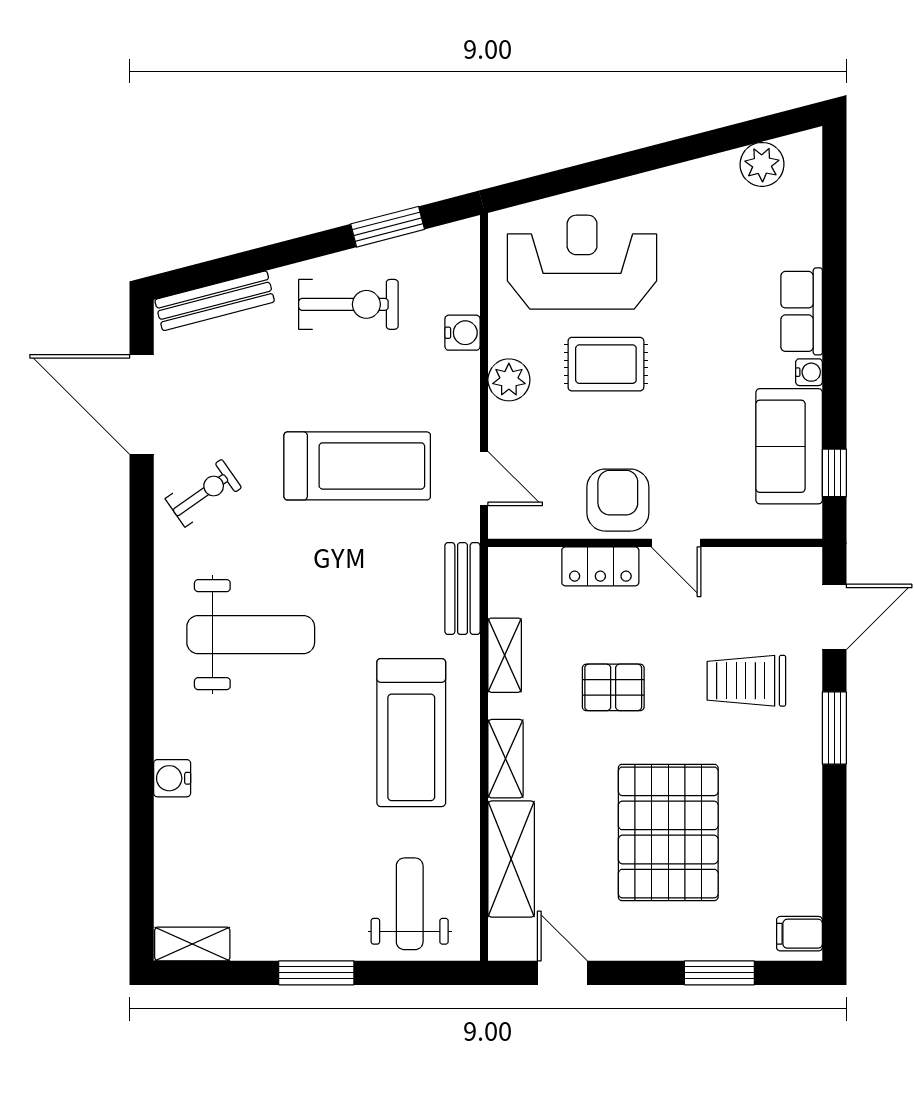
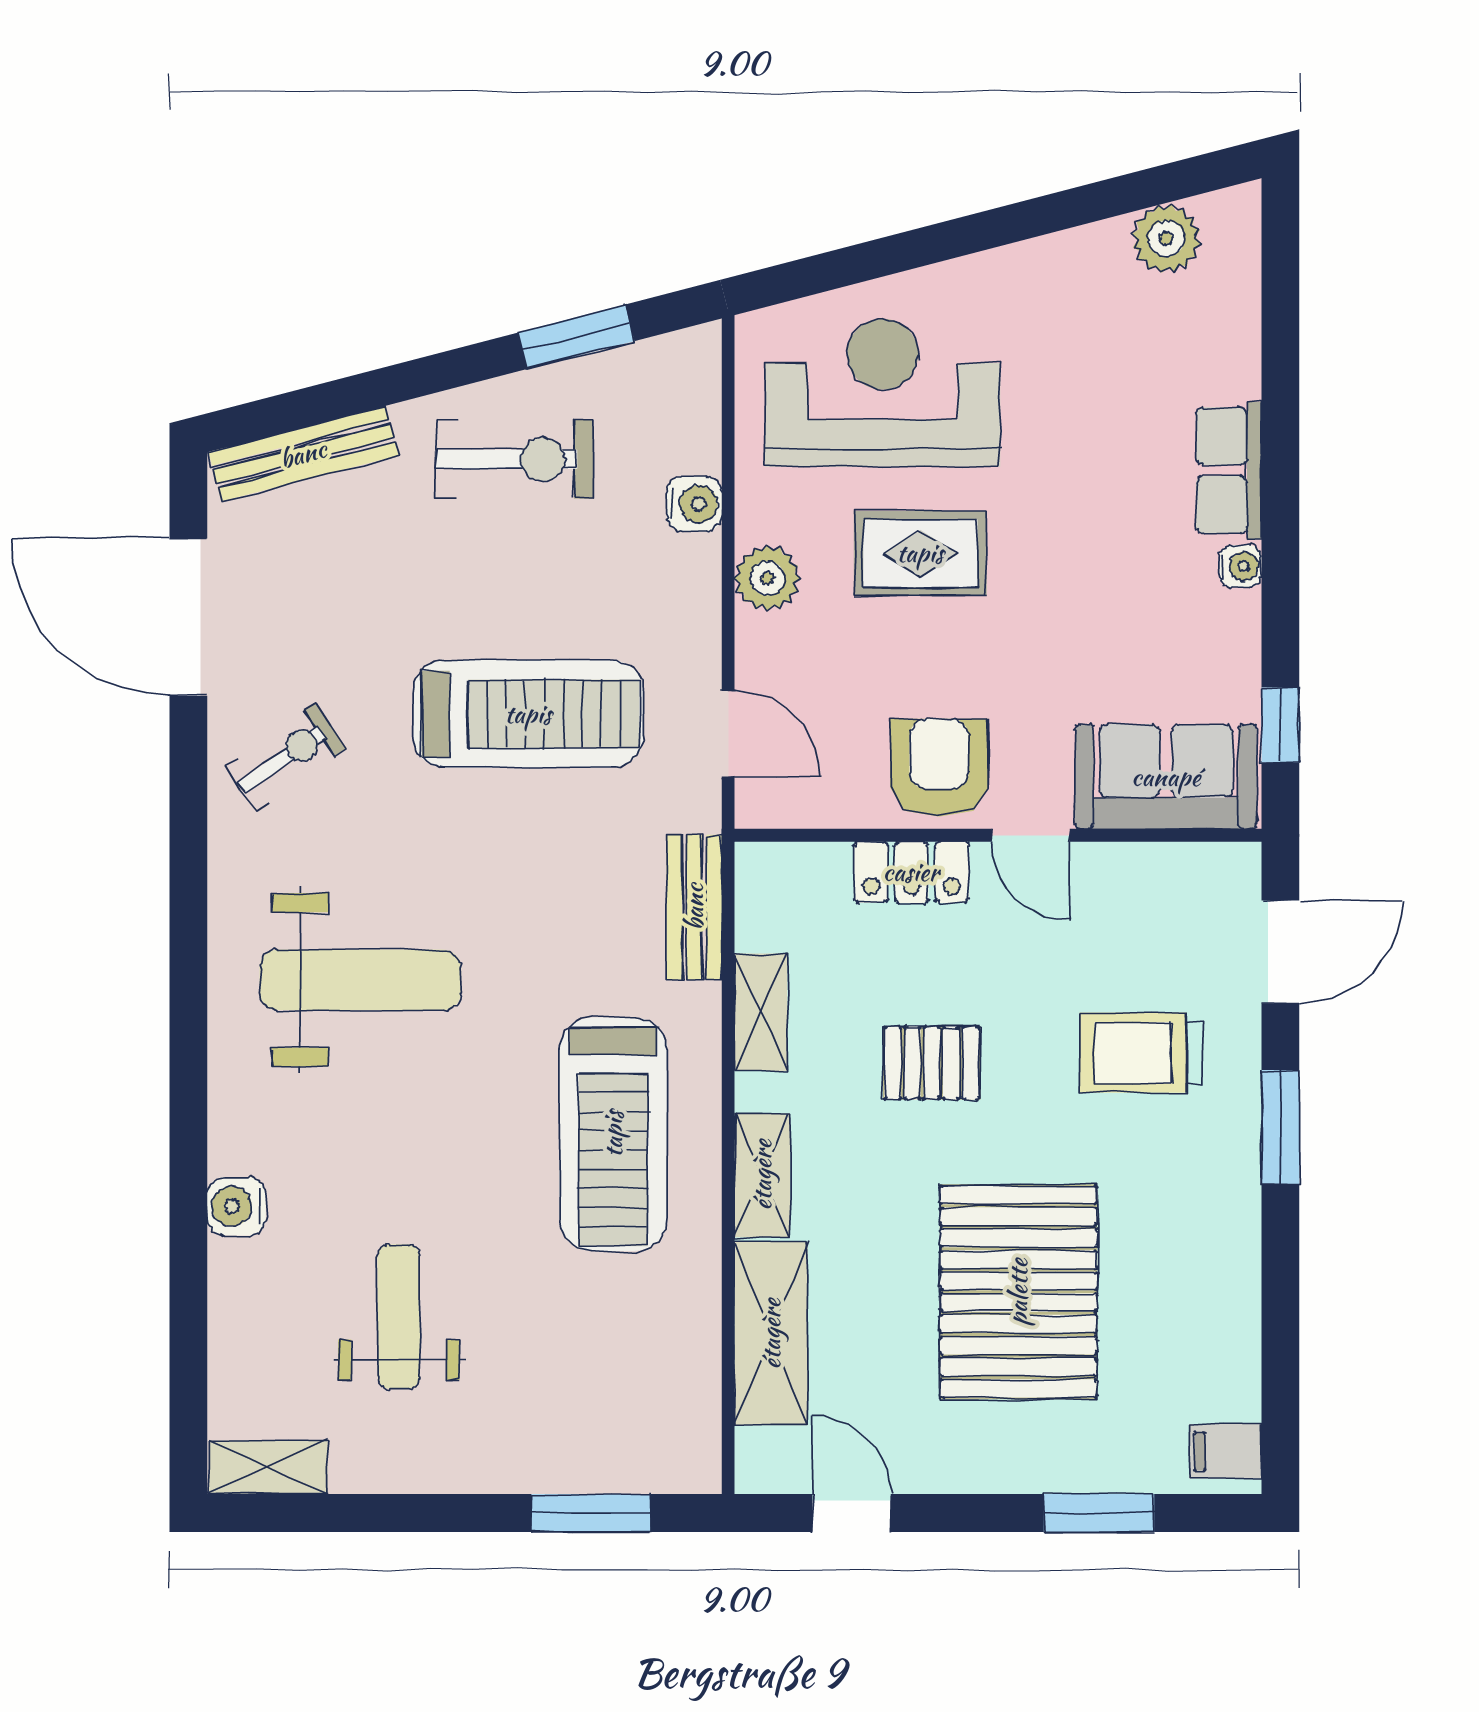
sofa: (789, 446) -> (1166, 777), moved, turned 90
weight bench: (410, 904) -> (399, 1317), moved
window: (316, 973) -> (591, 1513), moved

